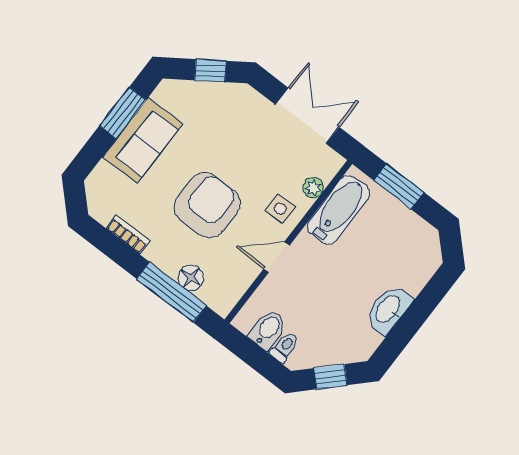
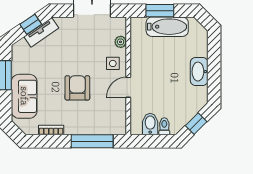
tv unit: (216, 93) -> (41, 32), added
sofa: (143, 140) -> (24, 96), moved
armchair: (207, 205) -> (77, 88), width x0.73, depth x0.73
bathtub: (338, 210) -> (167, 27), moved, turned 90
floor lamp: (191, 278) -> (96, 127), removed

